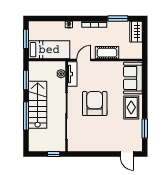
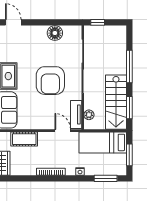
window: (118, 18) -> (106, 178), moved
cot: (107, 53) -> (24, 139), moved
door: (84, 60) -> (63, 131), swing flipped
stairs: (38, 105) -> (116, 102), moved
floor lamp: (91, 145) -> (55, 33), added

